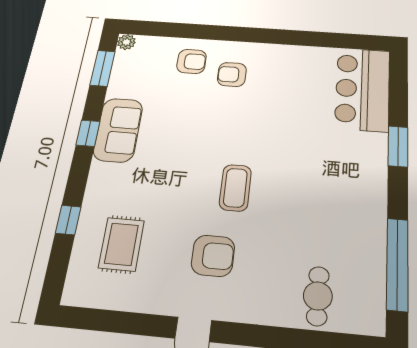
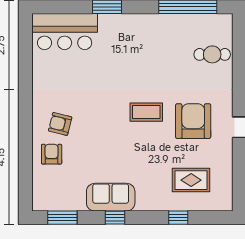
plant: (126, 42) -> (39, 204), removed
armchair: (232, 74) -> (60, 124), turned 104
armchair: (213, 256) -> (193, 121), width x1.36, depth x1.36

